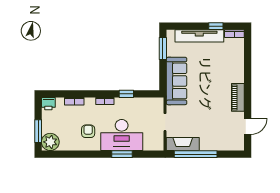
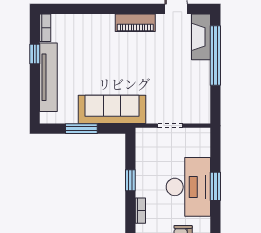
window: (163, 48) -> (81, 129), moved
fireplace: (183, 144) -> (201, 37), moved
window: (196, 154) -> (215, 55), moved

